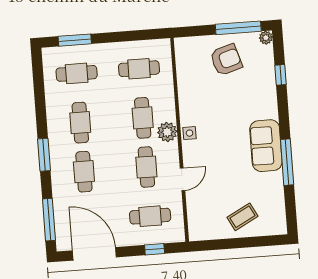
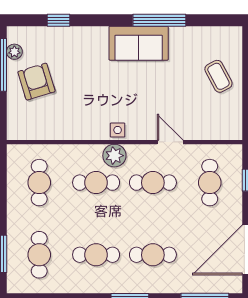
plant: (266, 38) -> (14, 52), moved

